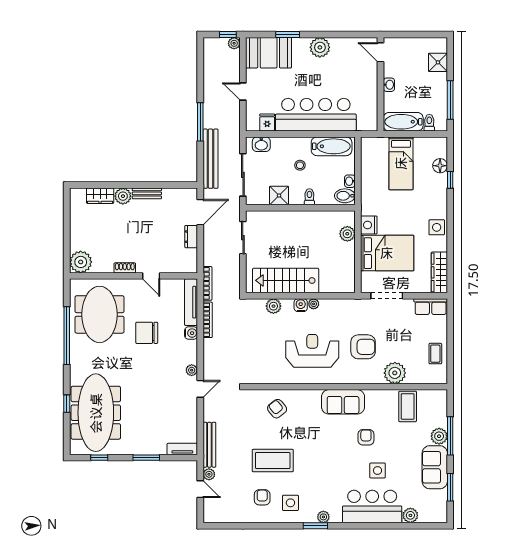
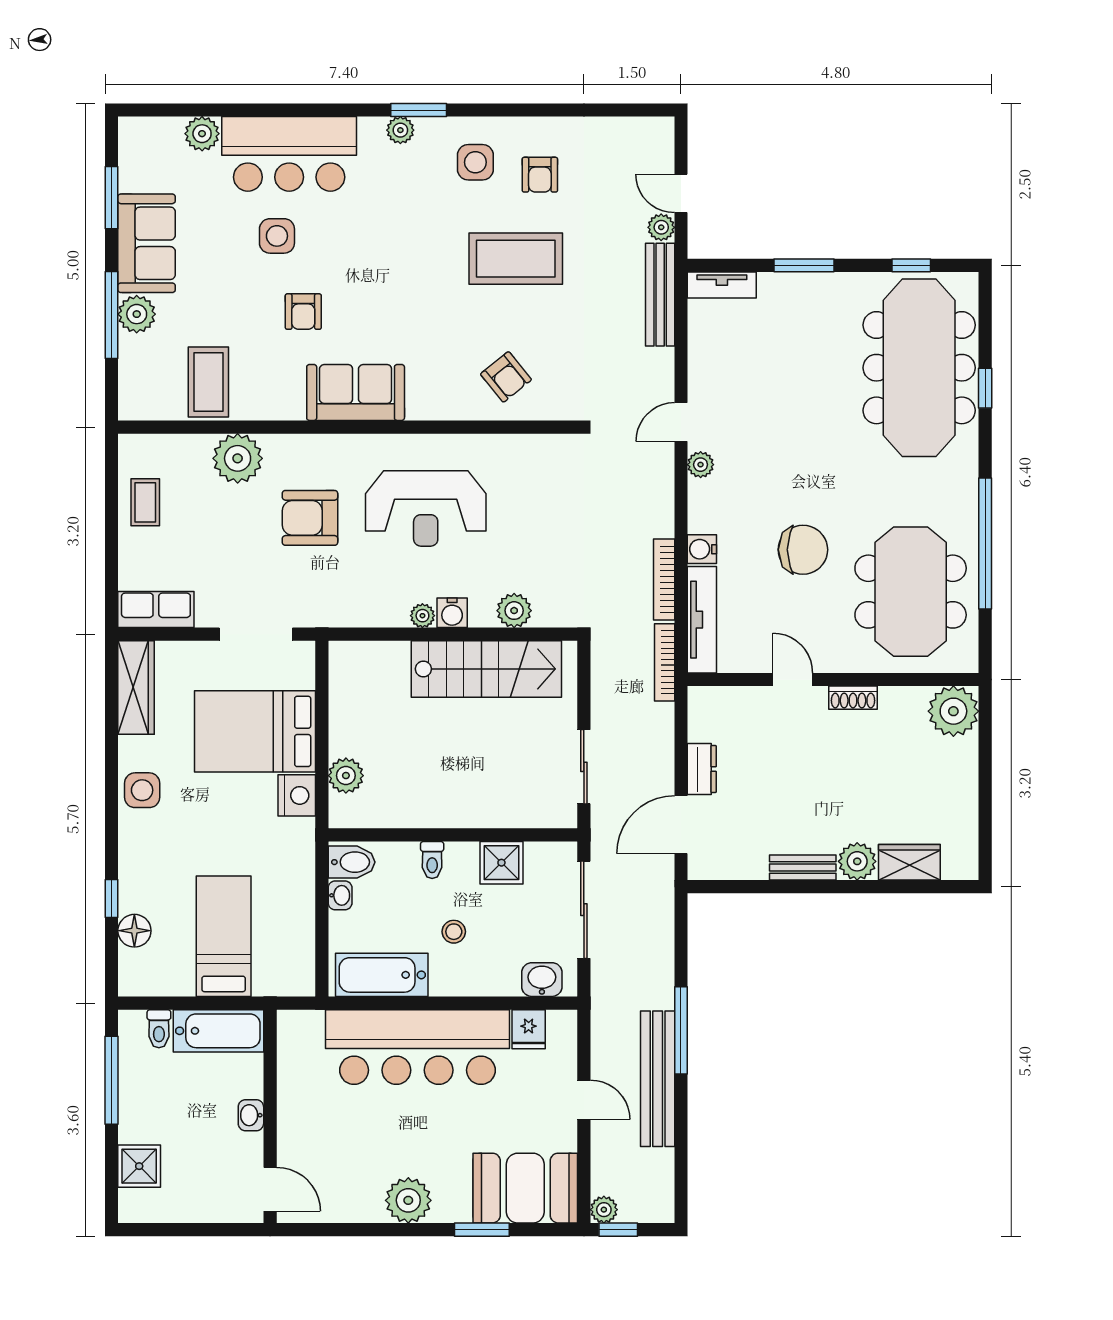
bench: (211, 159) -> (658, 1079), moved

